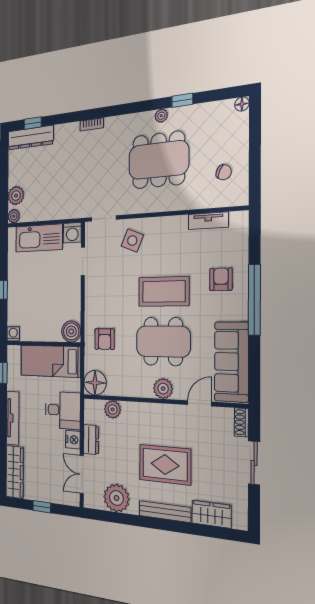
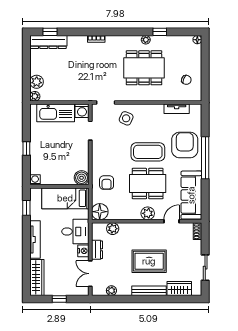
armchair: (221, 279) -> (185, 145), width x1.88, depth x1.88
sliding door: (254, 463) -> (205, 268), moved
plant: (116, 498) -> (111, 291), width x0.53, depth x0.53

